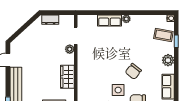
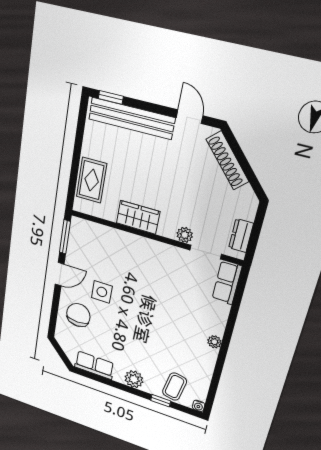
dresser: (50, 20) -> (241, 236), moved
row of seats: (110, 20) -> (227, 283), moved
shoe rack: (25, 36) -> (227, 160), added
chair: (133, 71) -> (127, 324), removed

